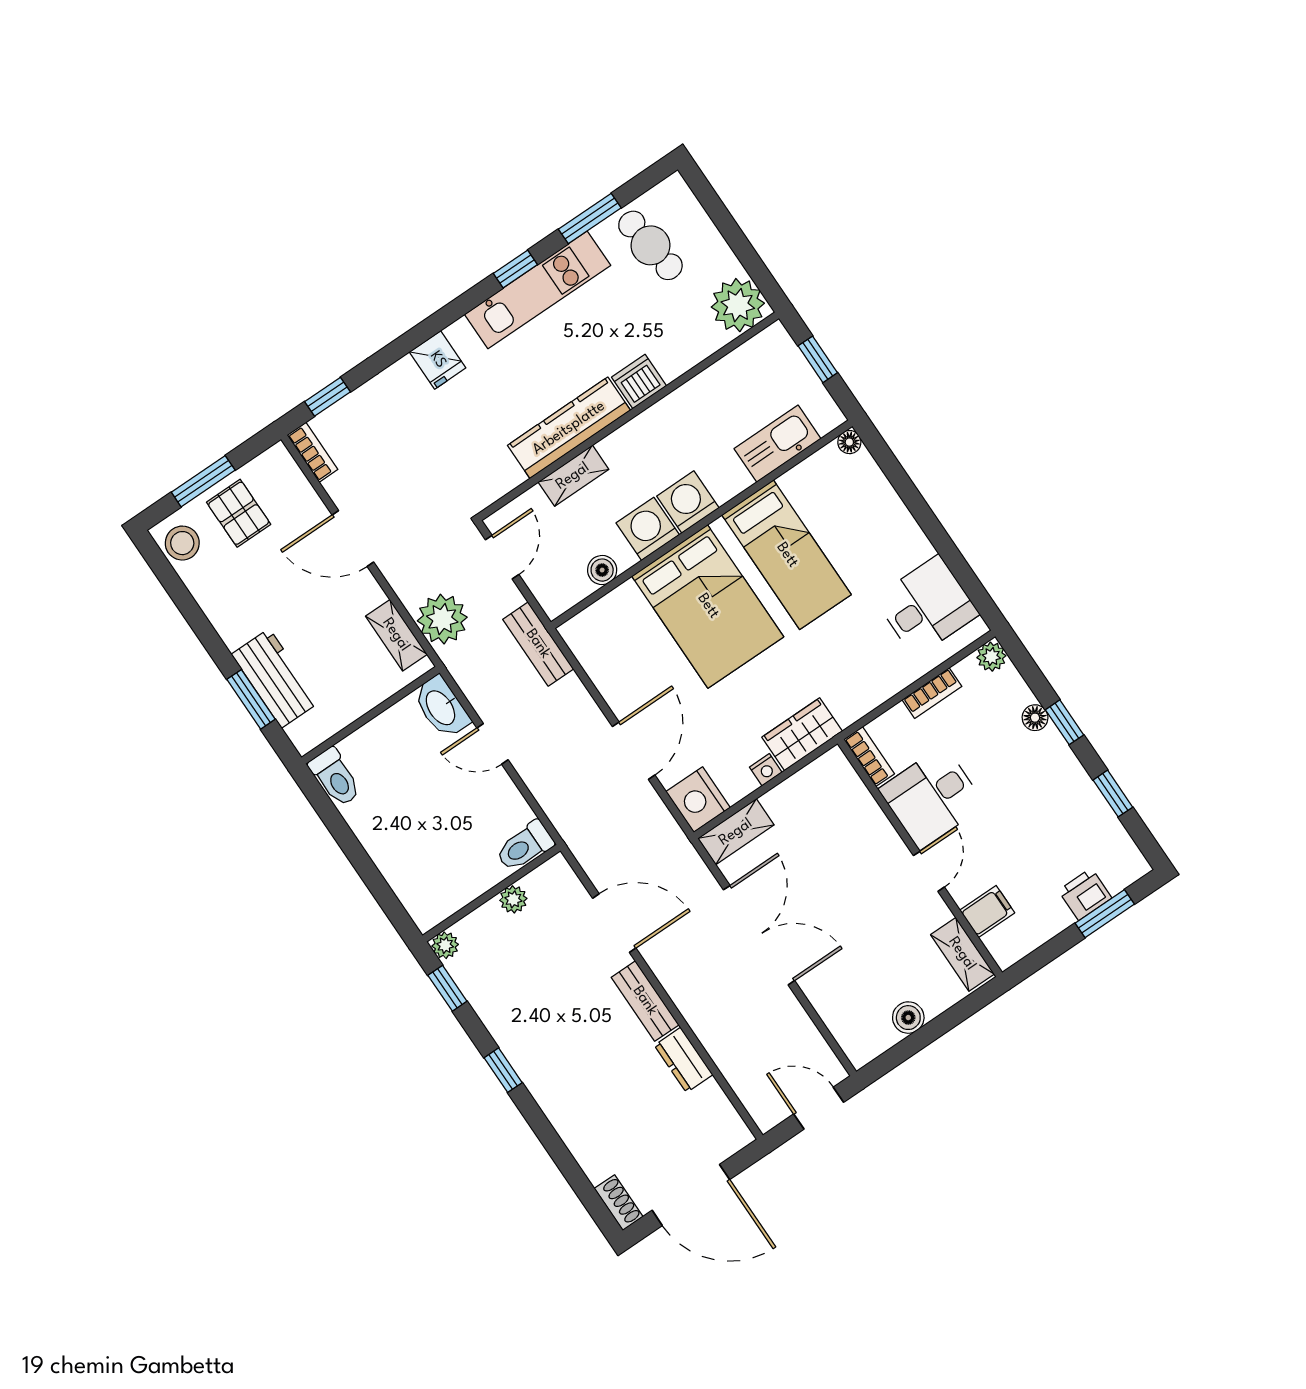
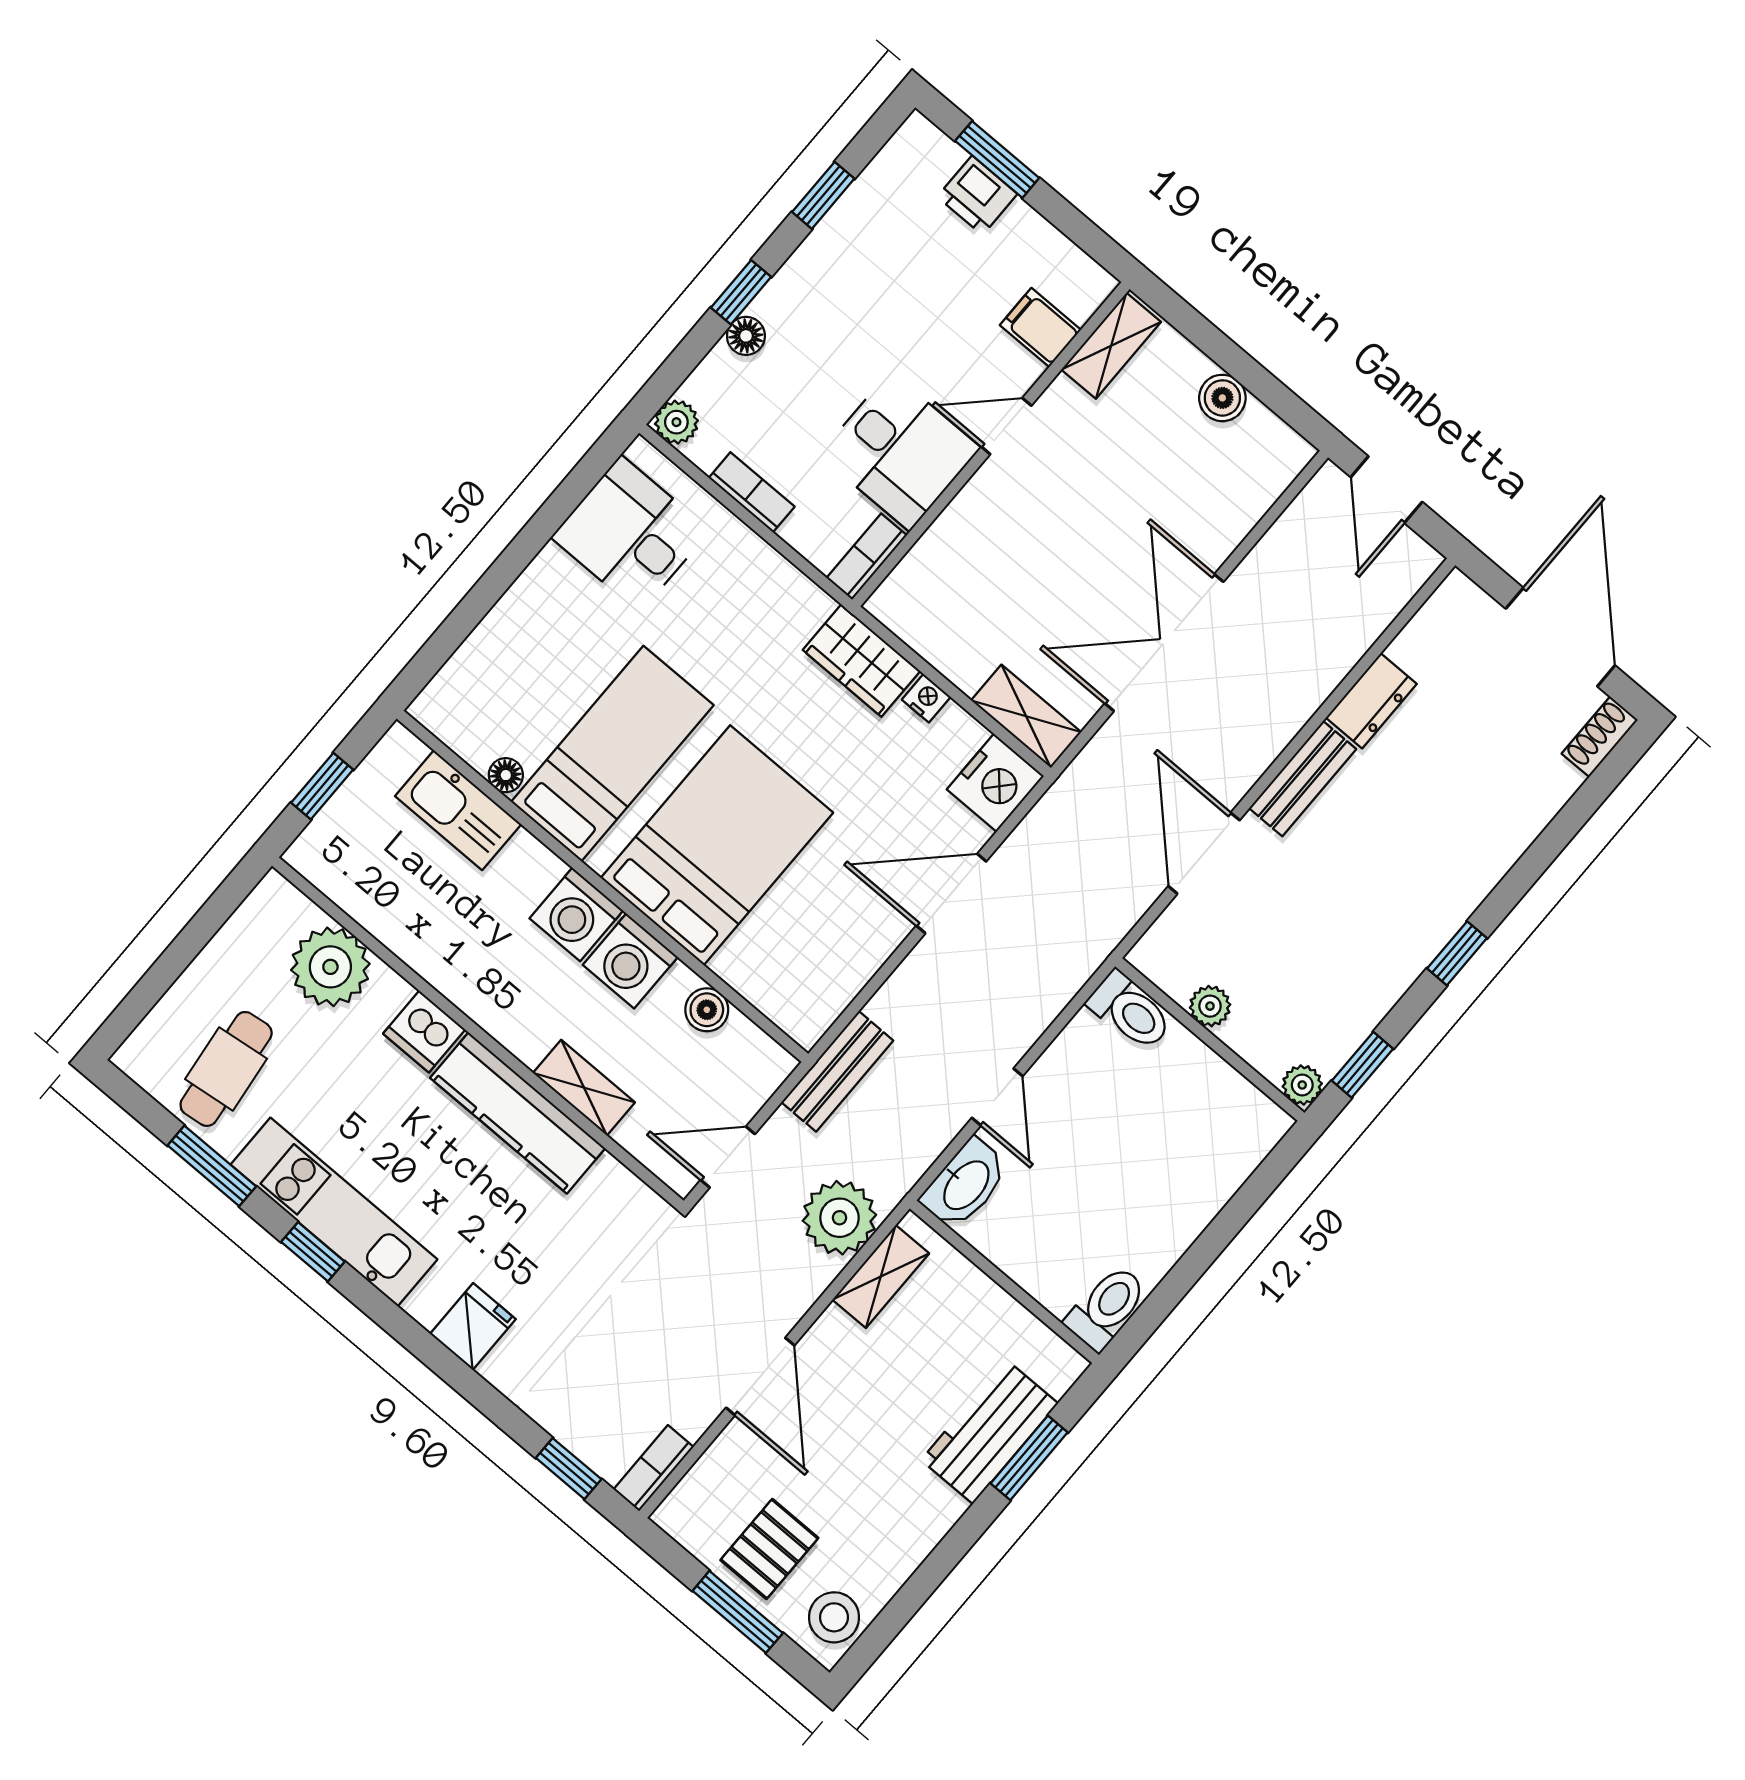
plant: (738, 305) -> (330, 967), moved
floor lamp: (849, 442) -> (506, 775), moved

